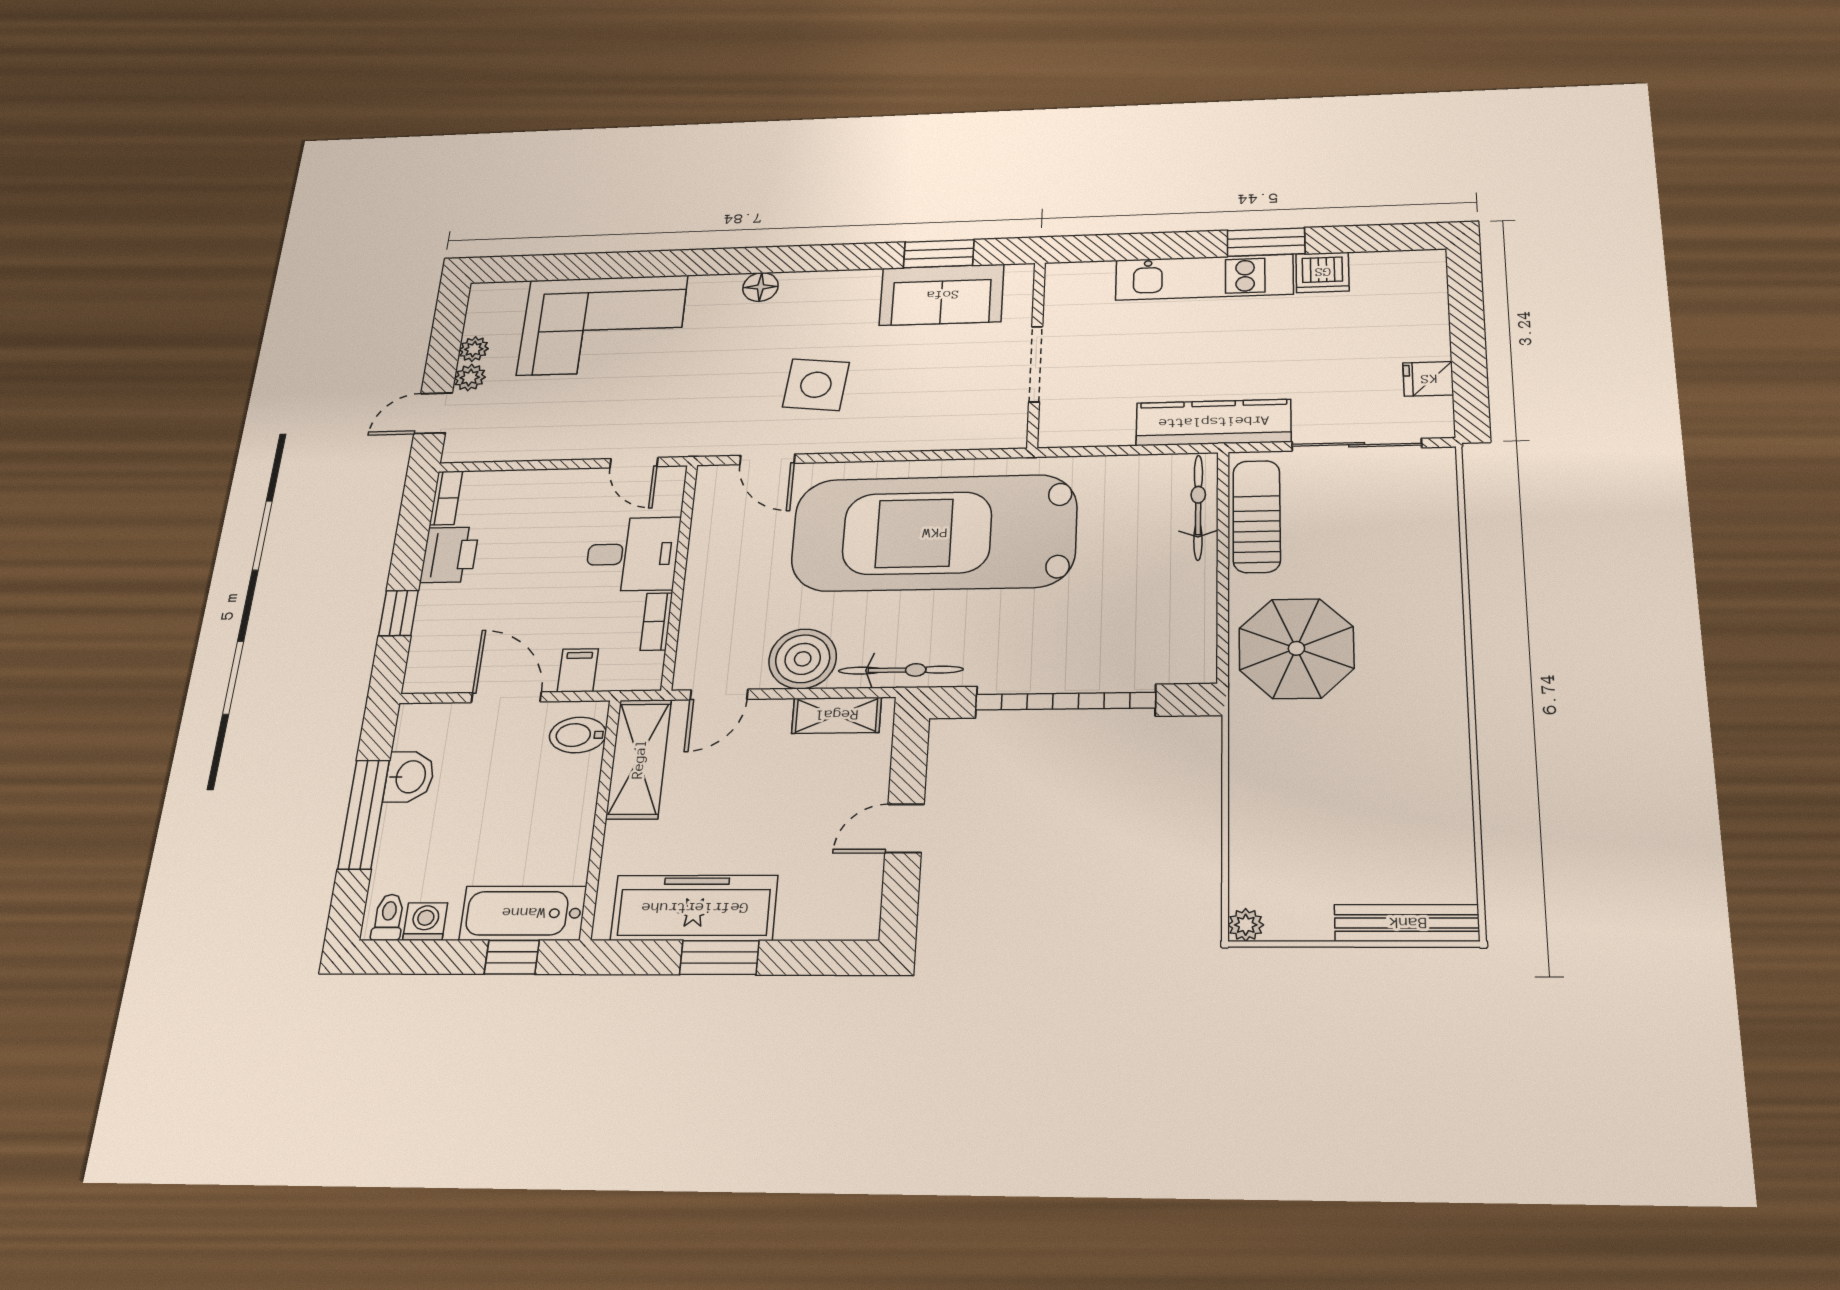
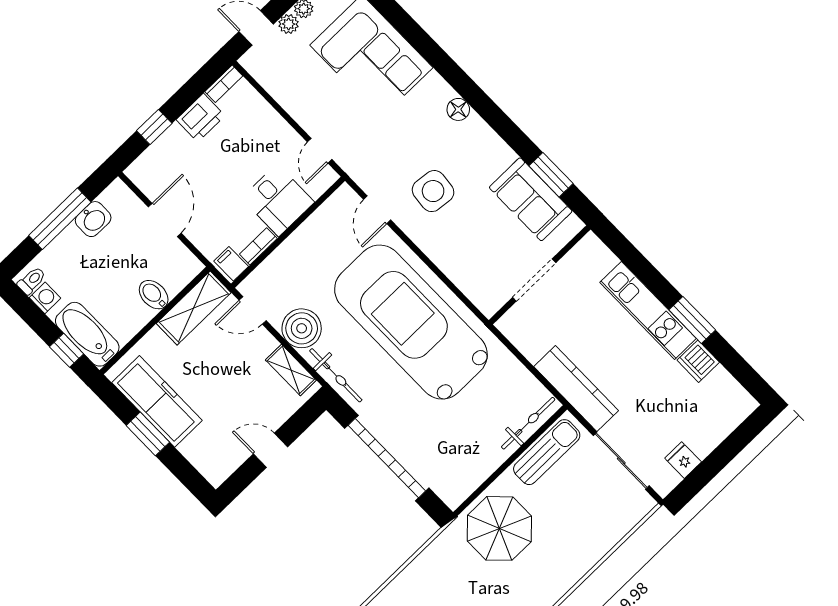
filing cabinet: (578, 670) -> (231, 264), moved, turned -90
bidet: (578, 735) -> (154, 295), moved

